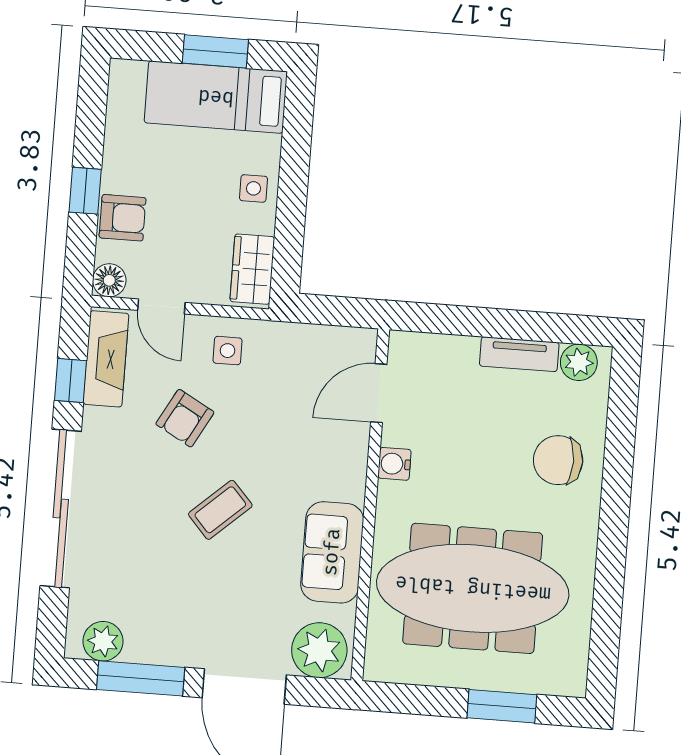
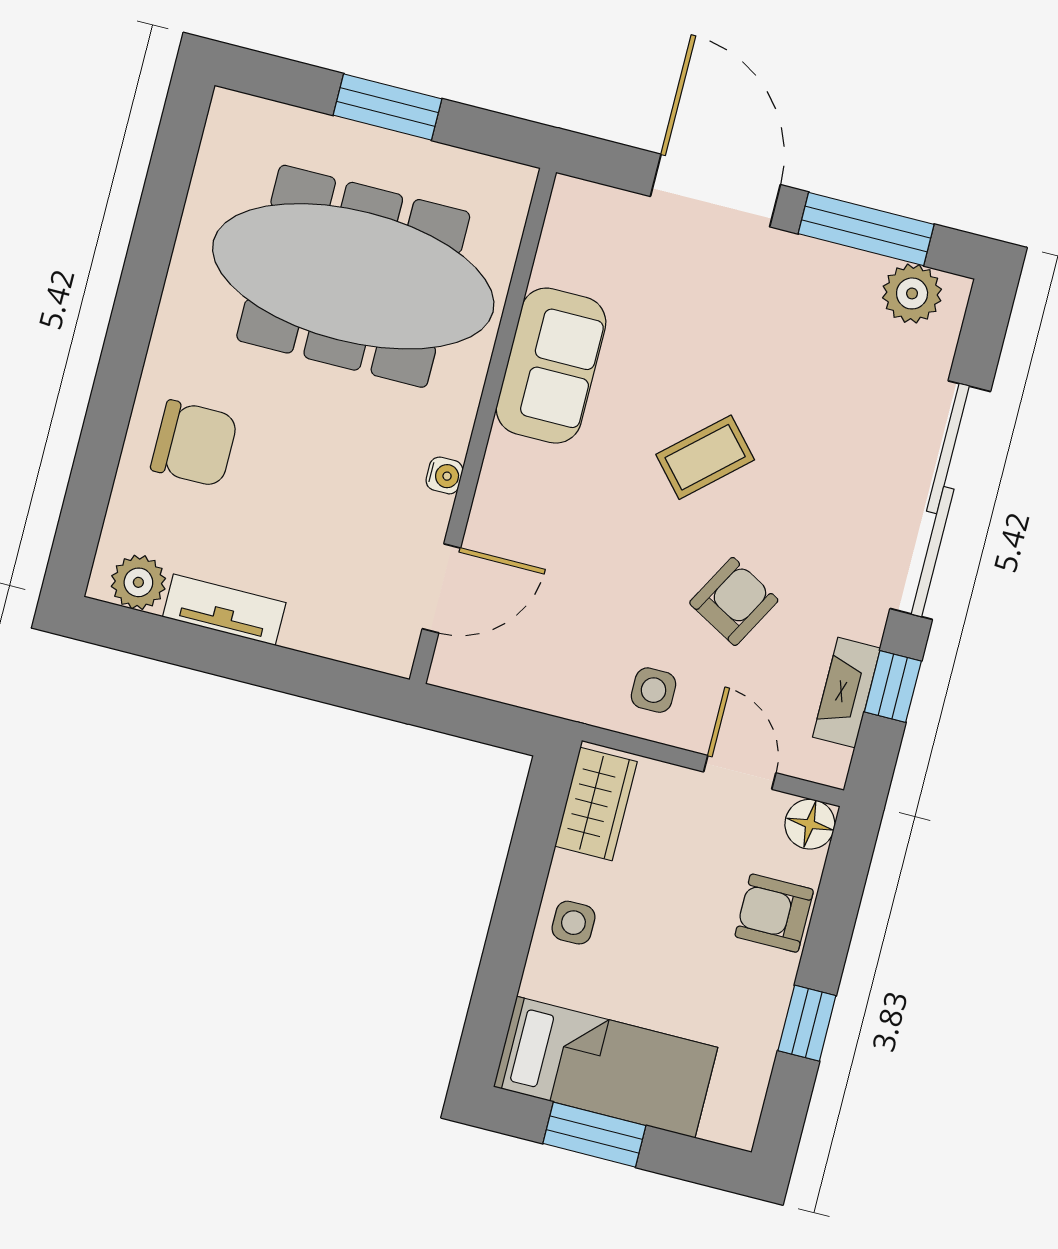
window: (85, 191) -> (807, 1023), moved
fireplace: (106, 359) -> (846, 693), width x0.73, depth x0.76
water cooler: (394, 464) -> (444, 475), width x0.72, depth x0.72
plant: (319, 650) -> (595, 225), removed
window: (502, 706) -> (388, 107), moved

